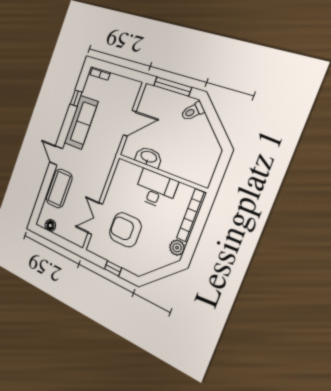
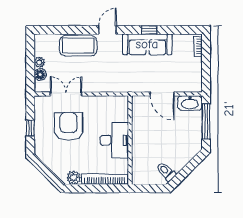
window: (76, 98) -> (149, 30), moved
toilet: (193, 111) -> (166, 172), moved
washbasin: (149, 157) -> (190, 103), moved, turned 90
floor lamp: (50, 225) -> (40, 75), moved
plant: (60, 231) -> (39, 62), added

